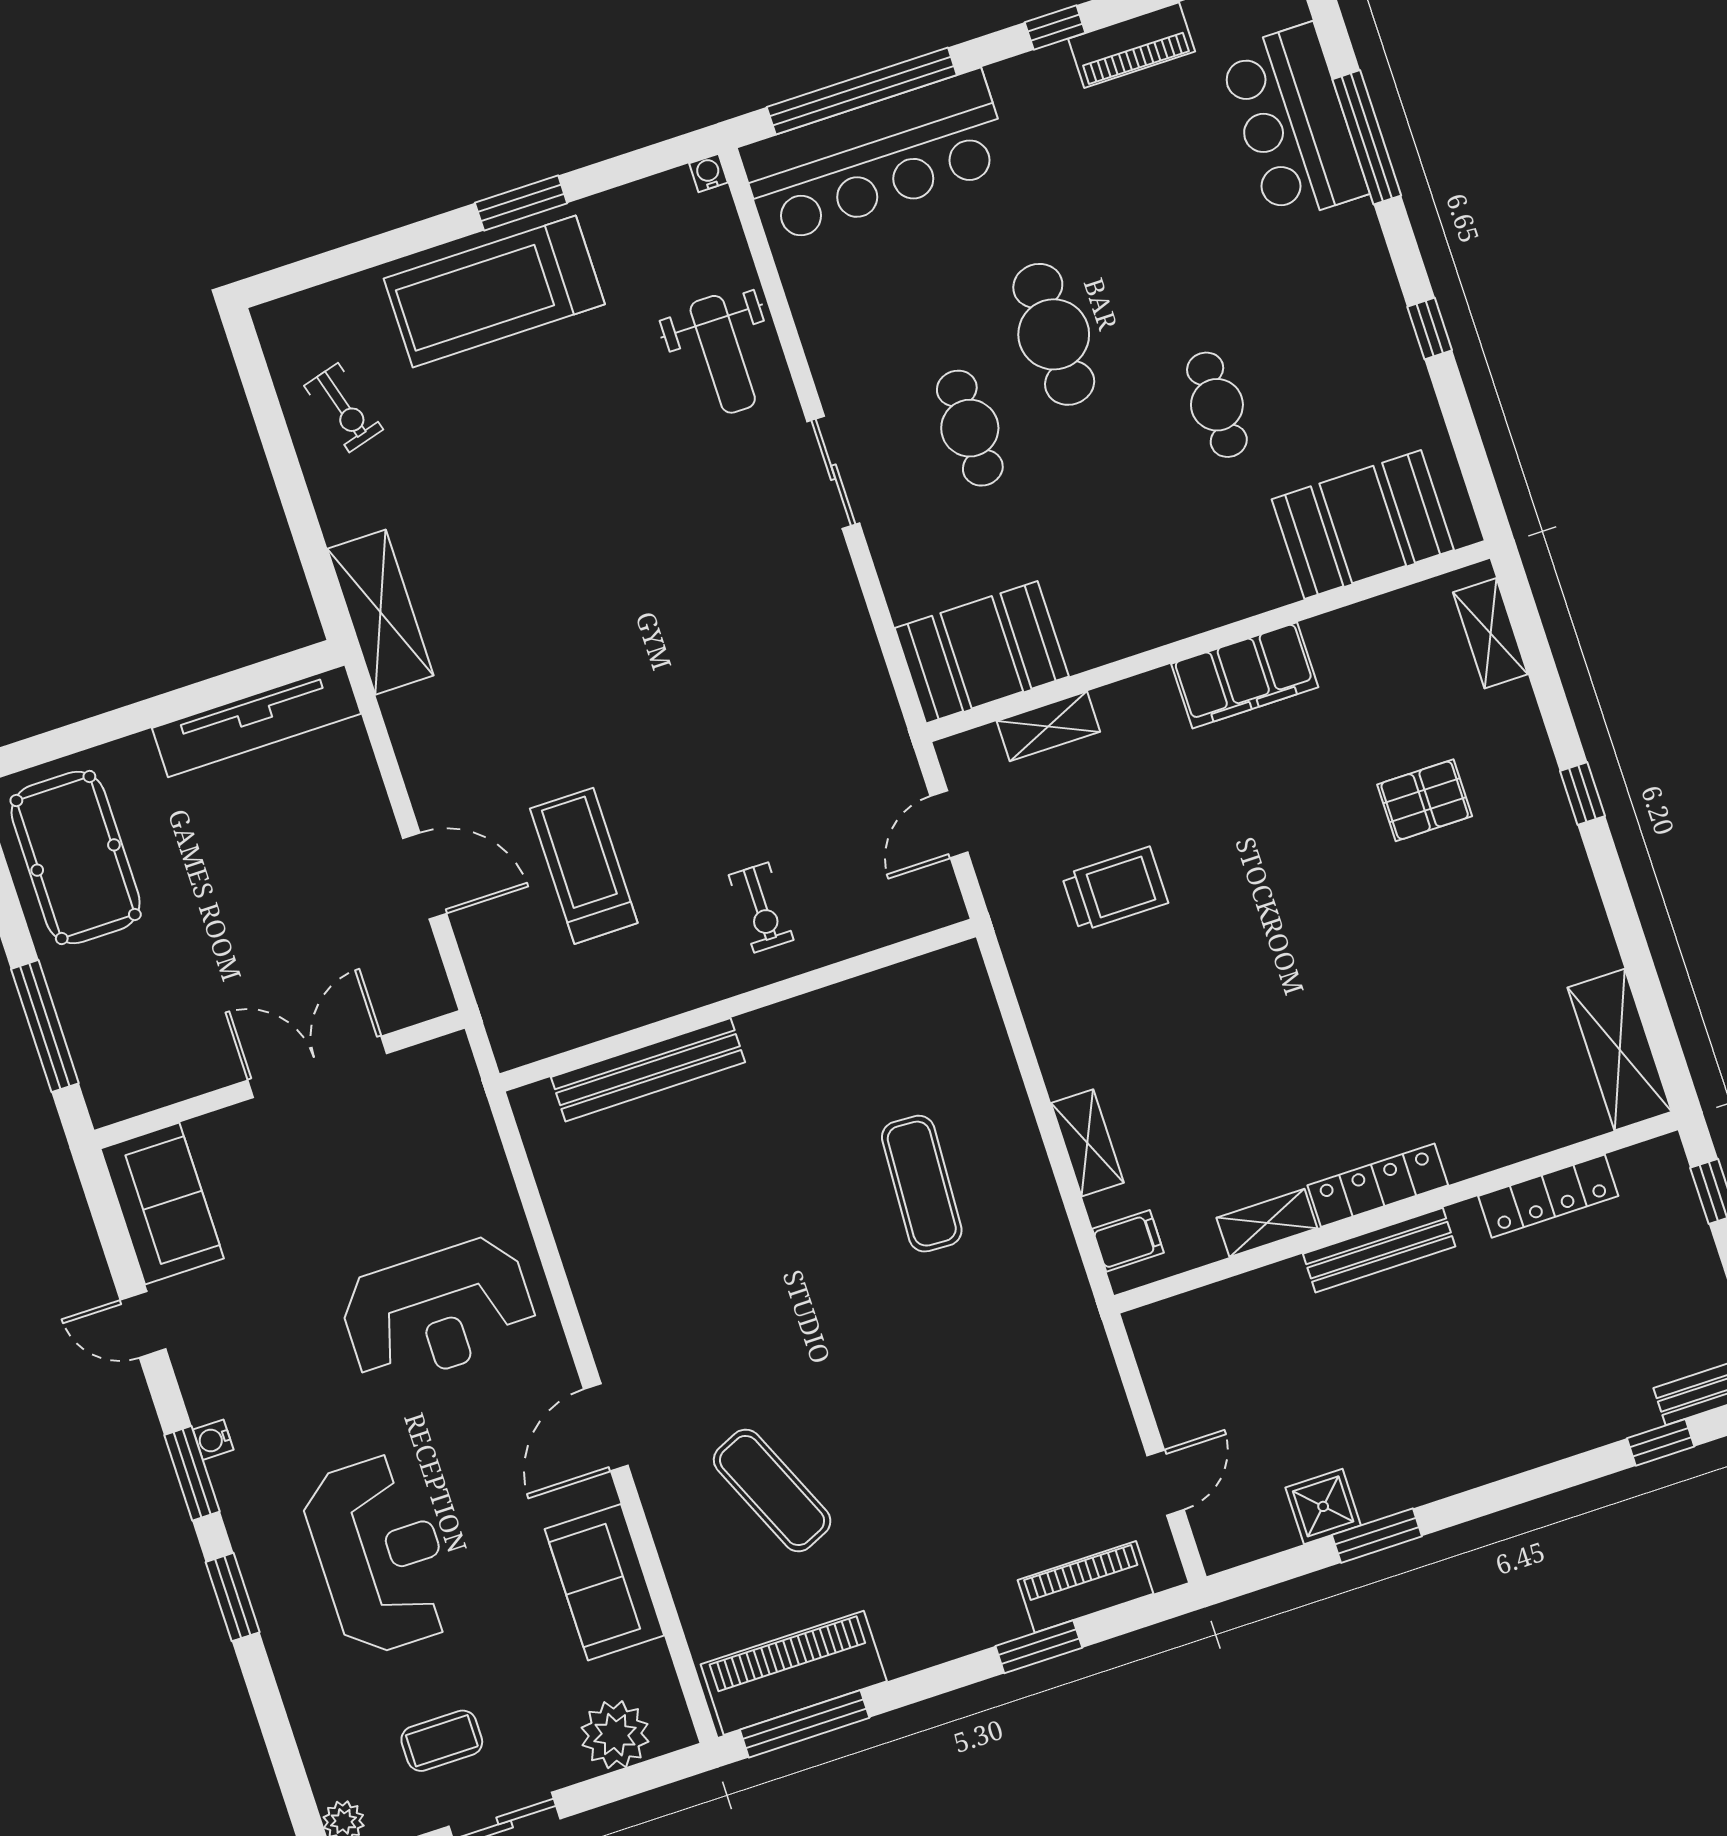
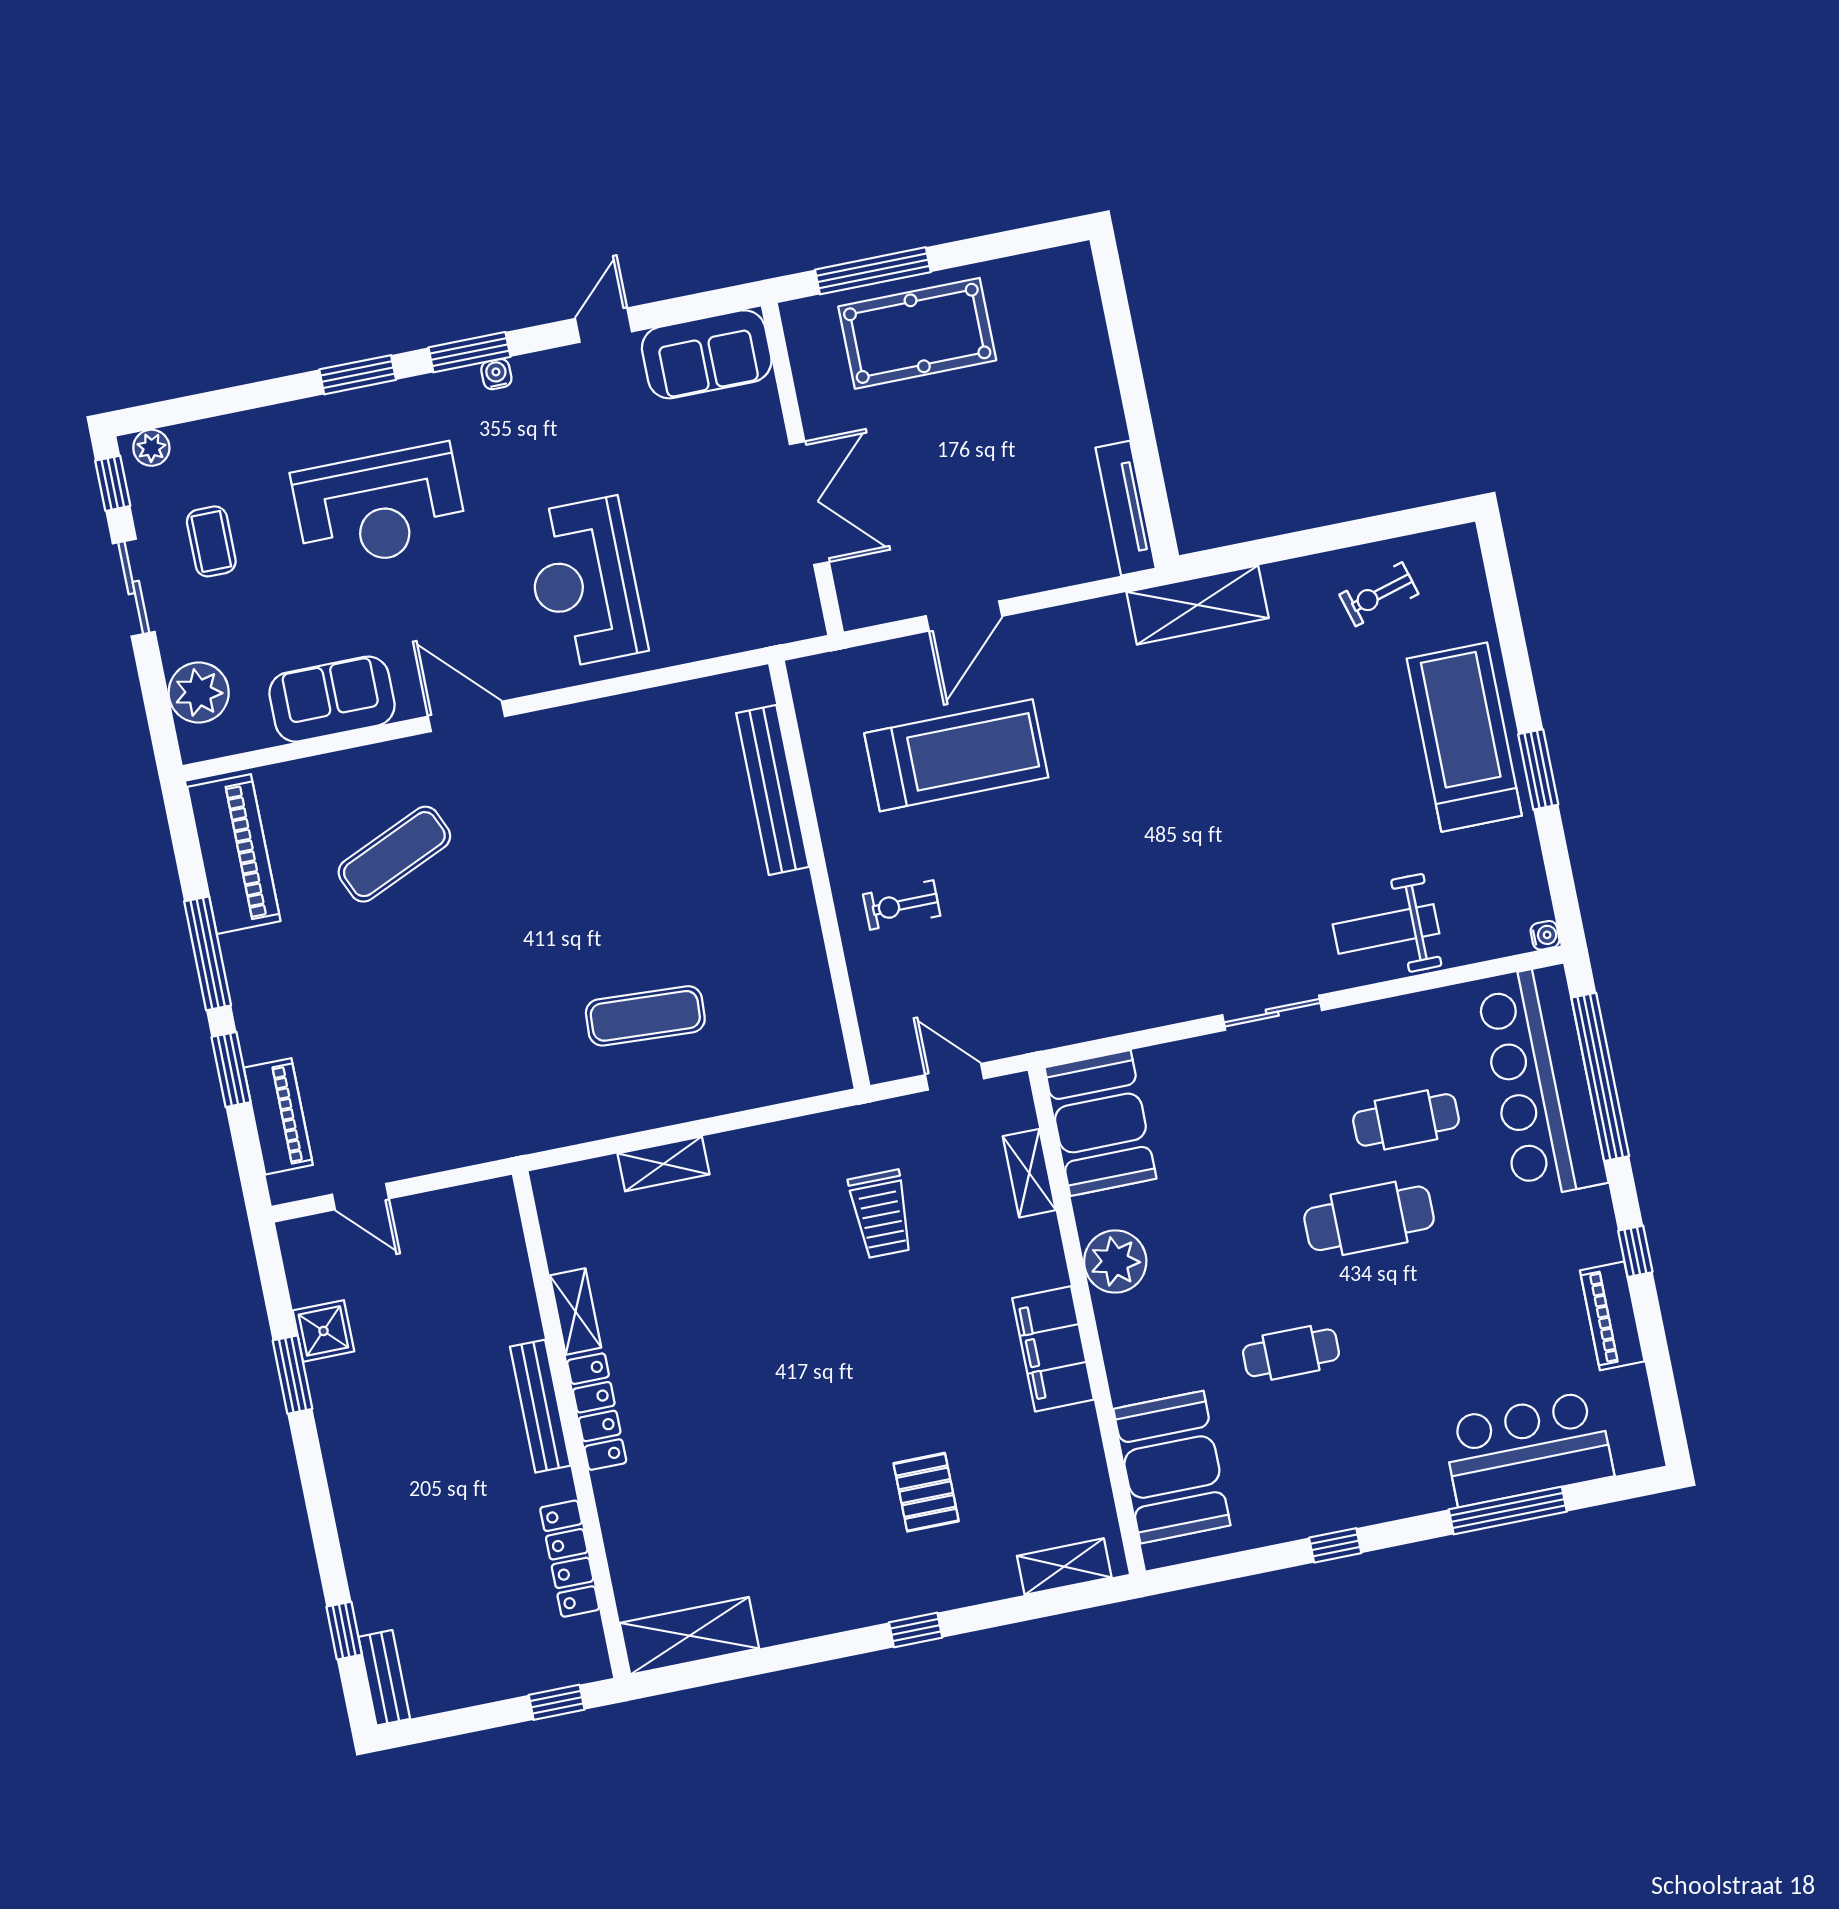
cafe table: (970, 428) -> (1406, 1120), moved
plant: (1137, 617) -> (1115, 1262), added
tv unit: (256, 721) -> (1126, 508), width x0.73, depth x0.78
pool table: (76, 858) -> (917, 333), moved
treadmill: (584, 866) -> (956, 755), width x1.37, depth x1.38
filing cabinet: (1128, 1241) -> (574, 1189), removed
window: (805, 1724) -> (208, 953), moved

